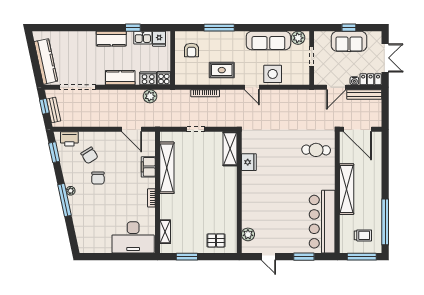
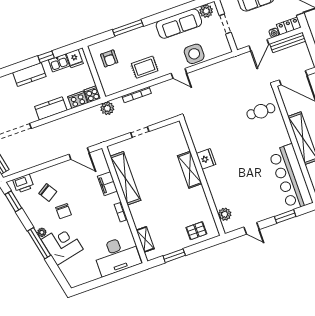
plant: (150, 96) -> (107, 108), moved
shelving: (230, 149) -> (190, 170), moved
fridge: (249, 162) -> (206, 159), moved
corner desk: (86, 209) -> (62, 244), added

